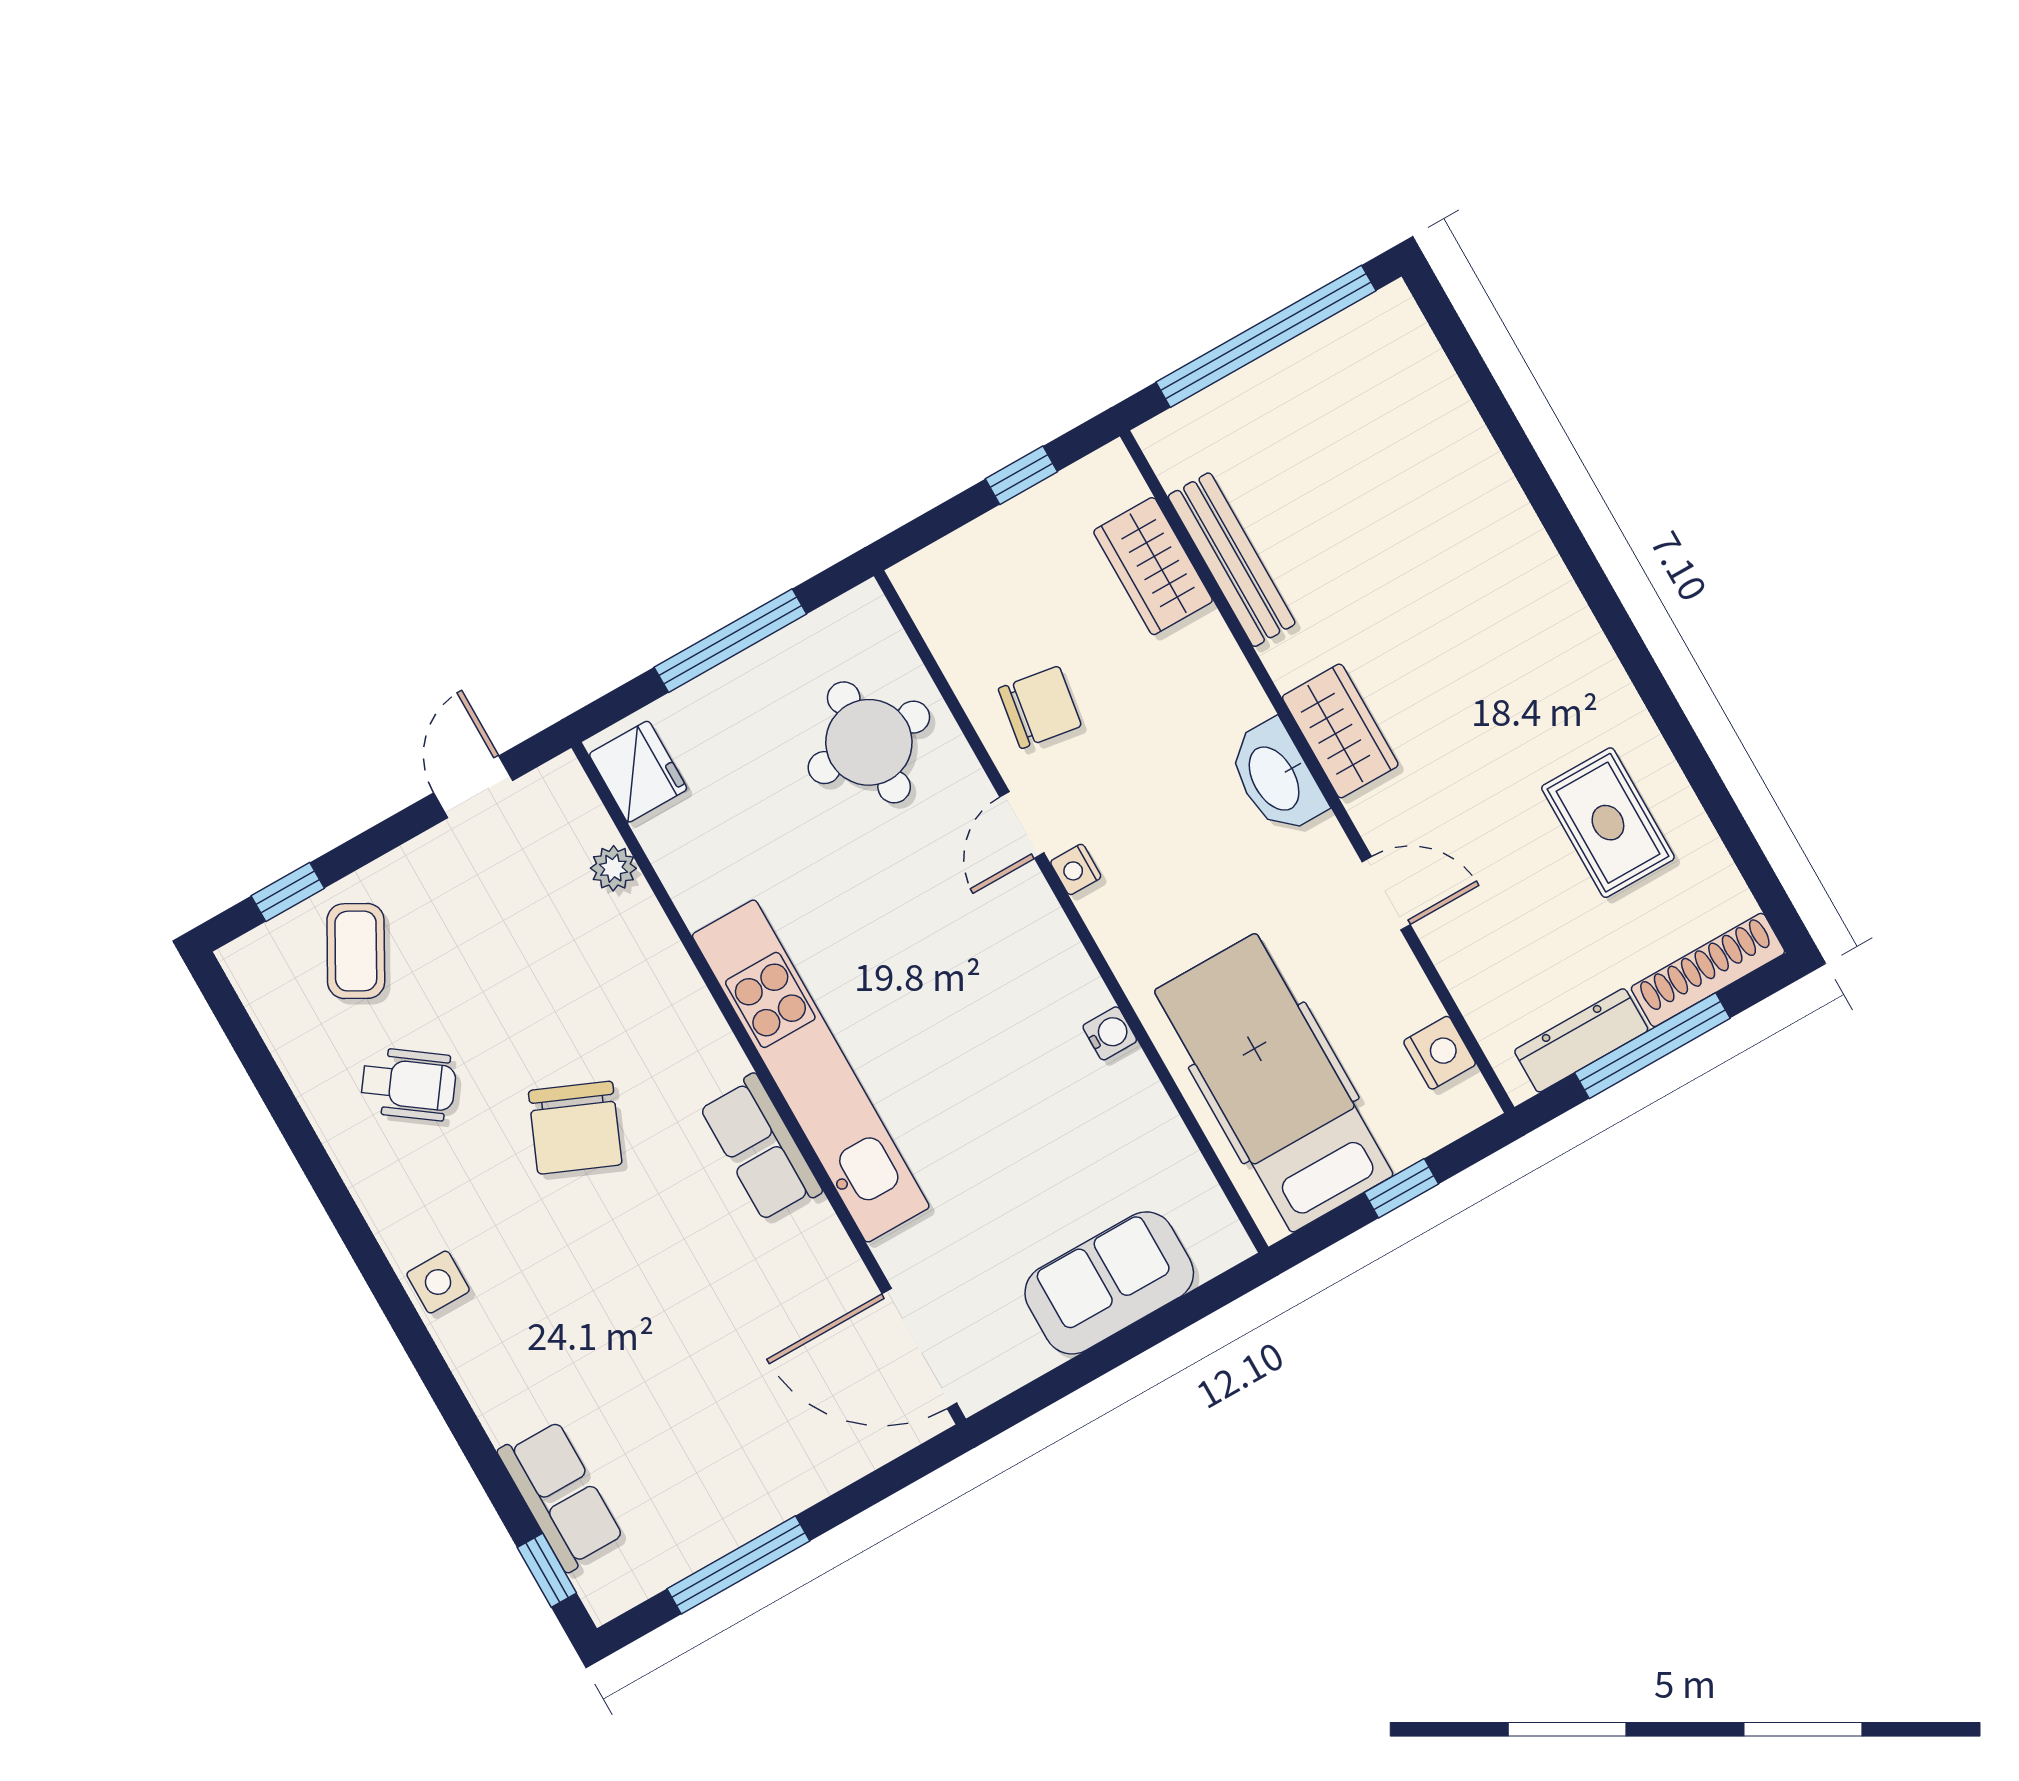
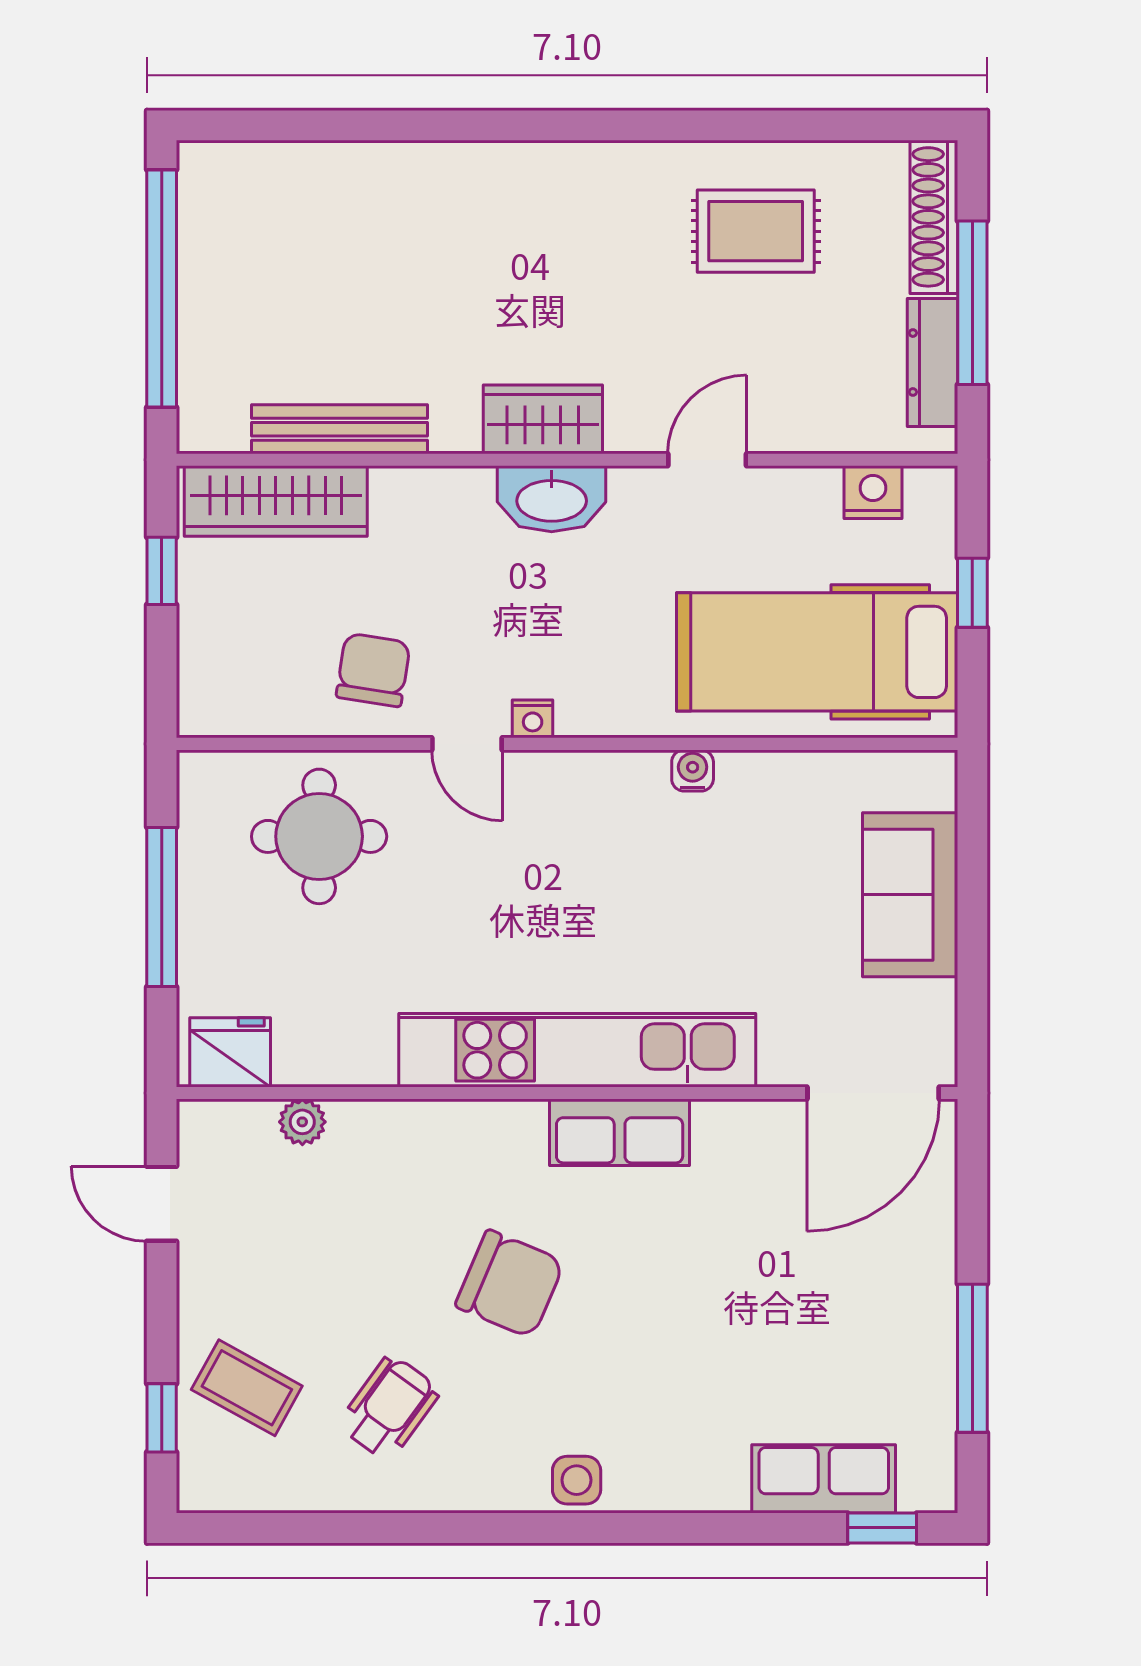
wardrobe: (1153, 566) -> (276, 501), width x1.50

